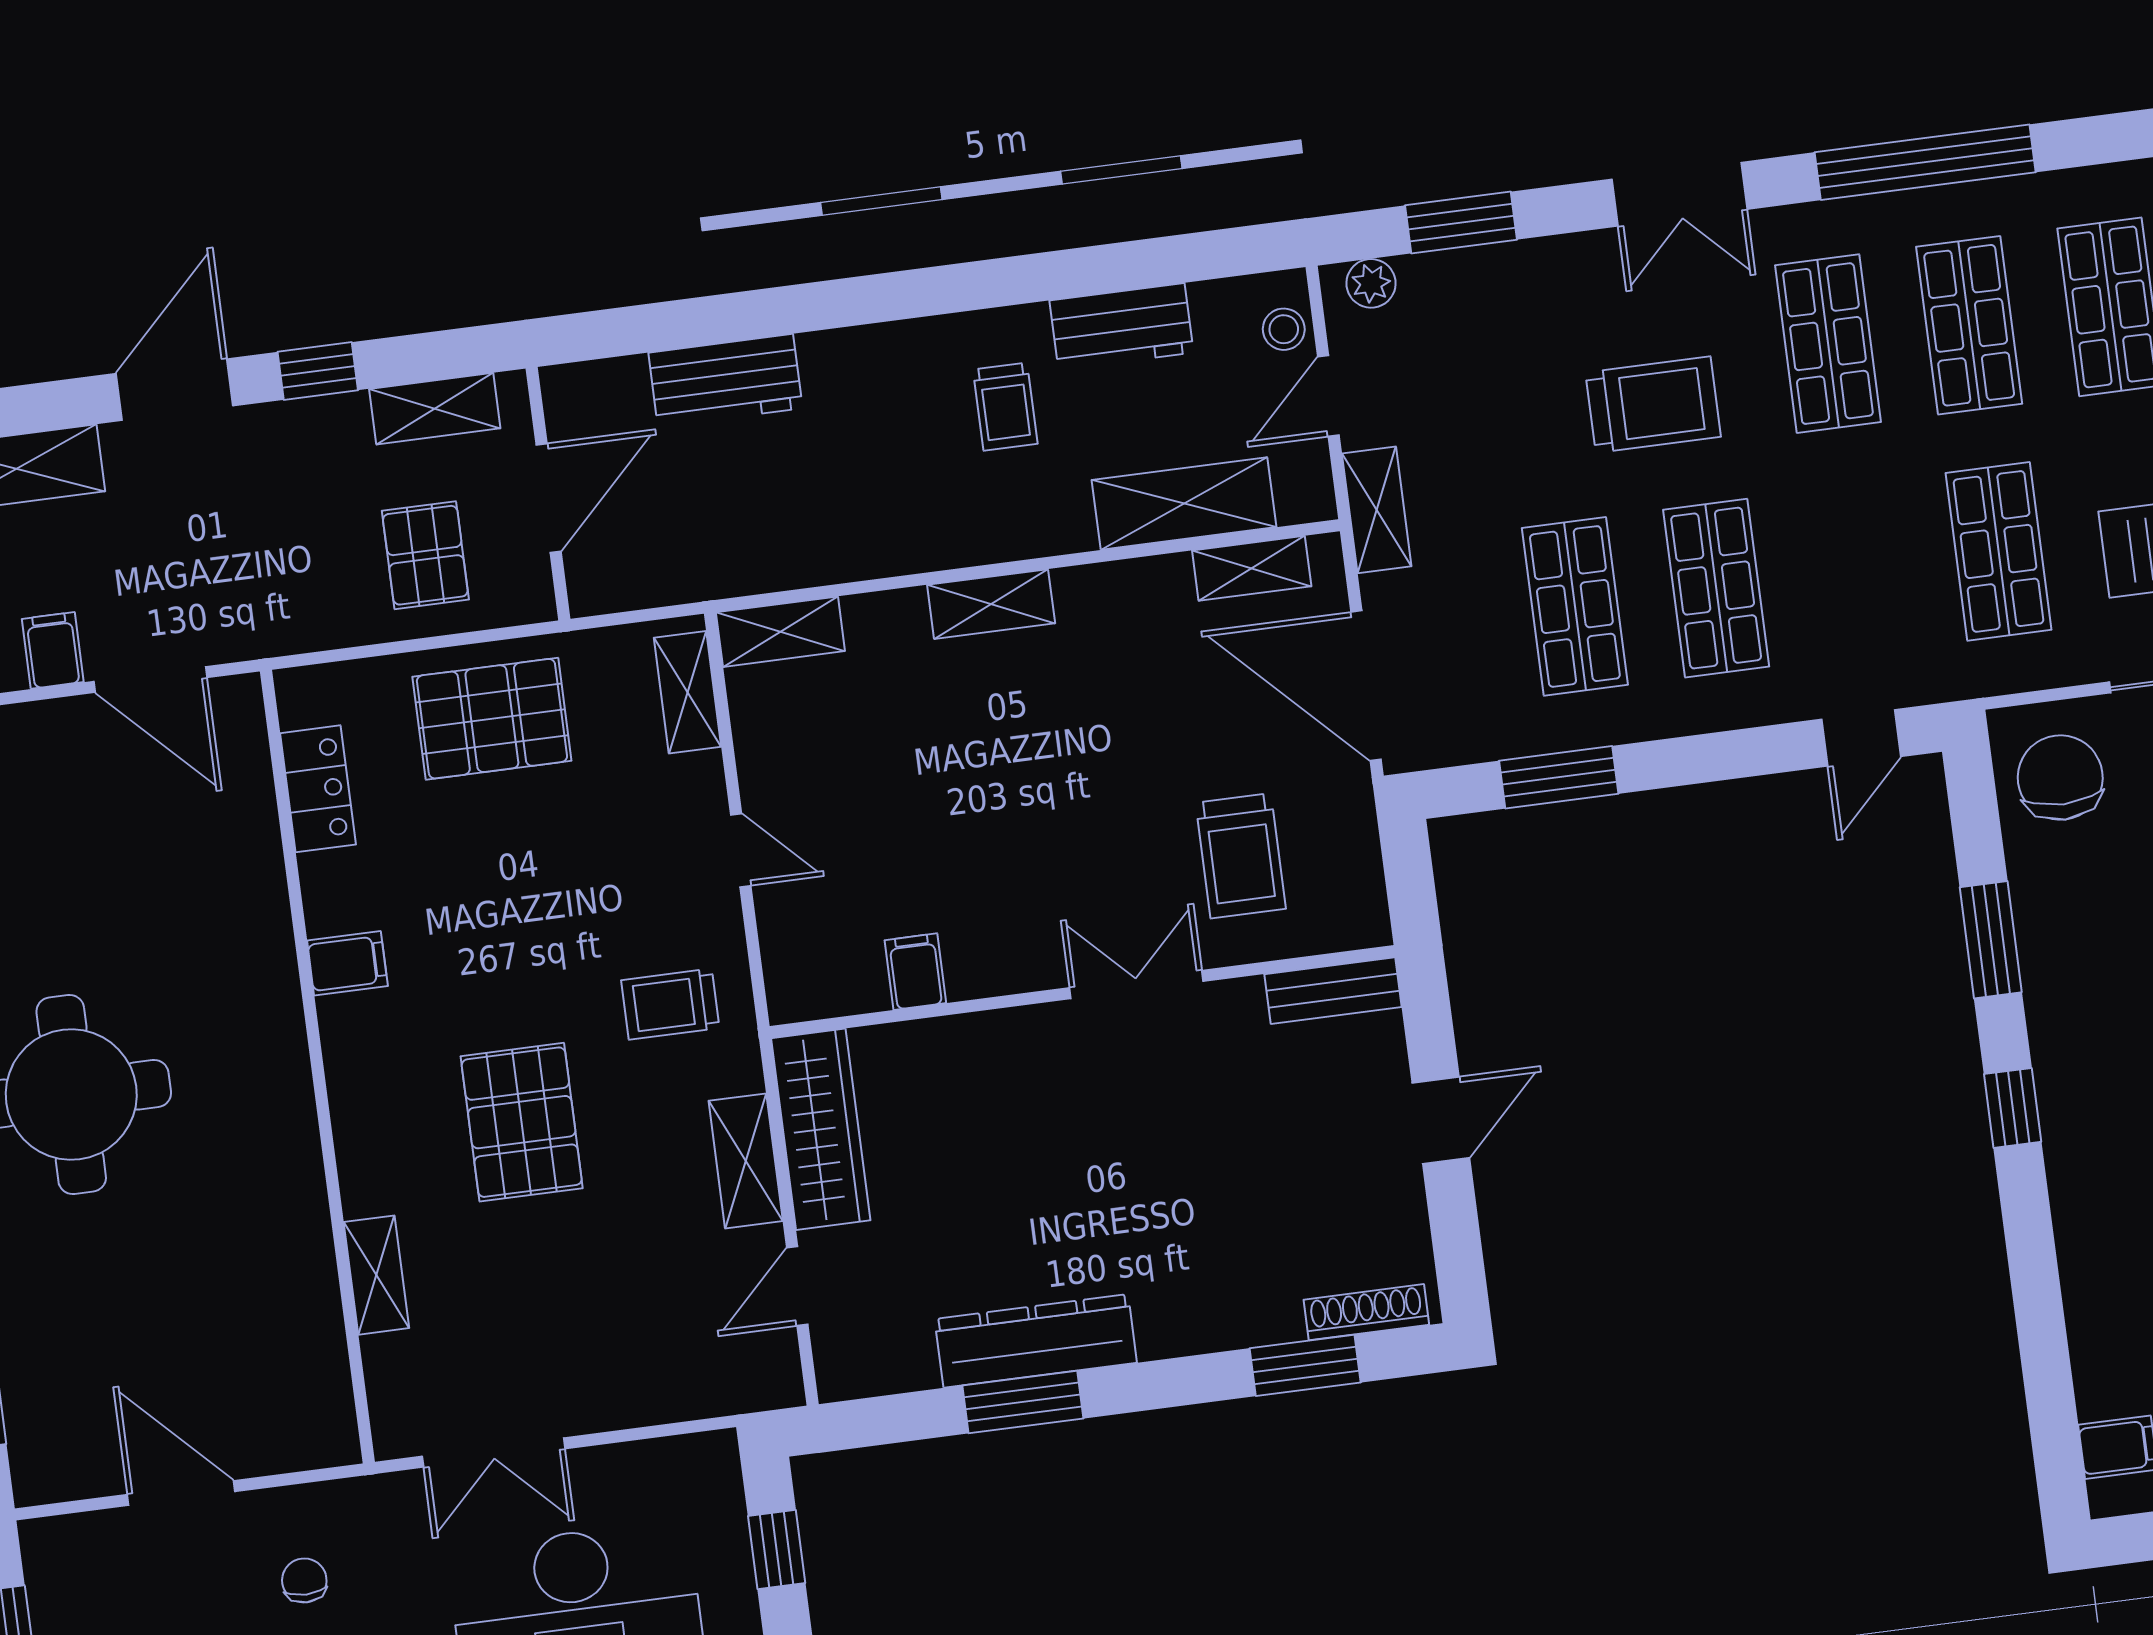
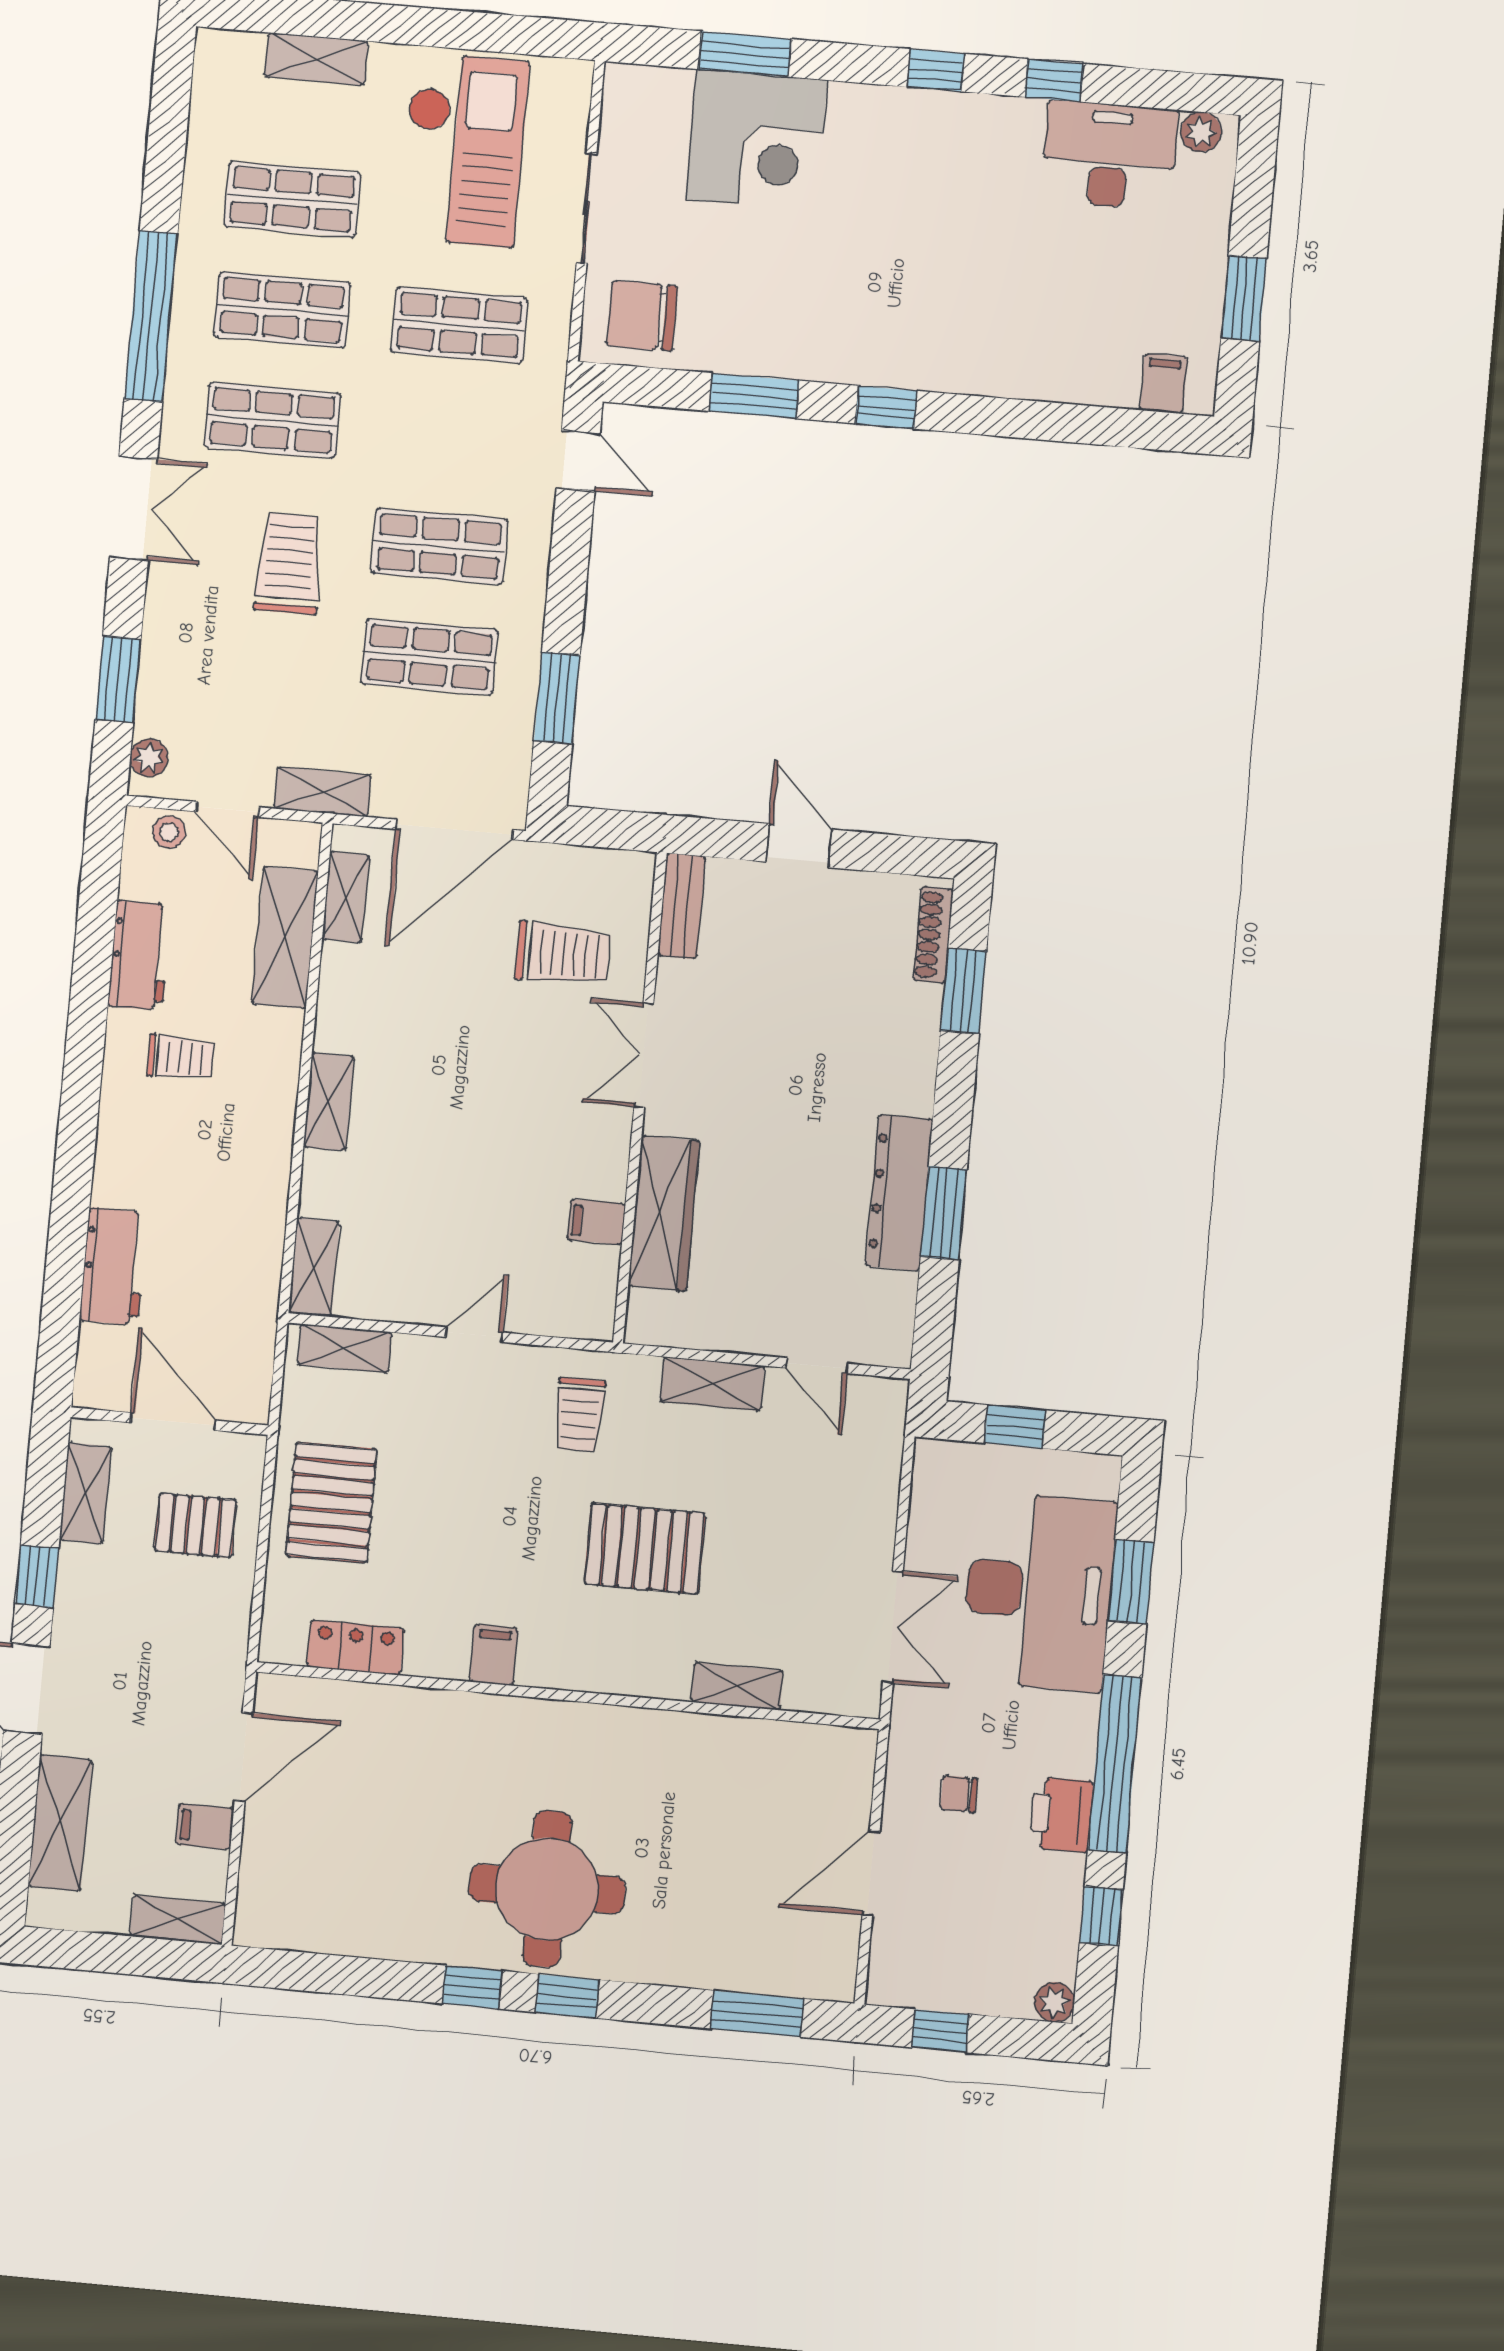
wardrobe: (821, 1129) -> (664, 1213), moved, turned 90

